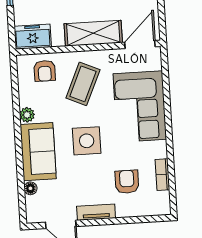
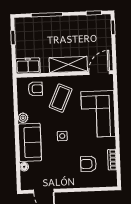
armchair: (45, 71) -> (35, 89), turned -90
side table: (87, 141) -> (62, 136), width x0.54, depth x0.54
armchair: (127, 182) -> (88, 164), turned -90
tv unit: (96, 212) -> (67, 184), removed

